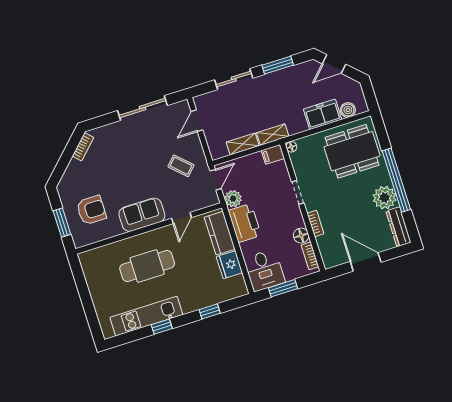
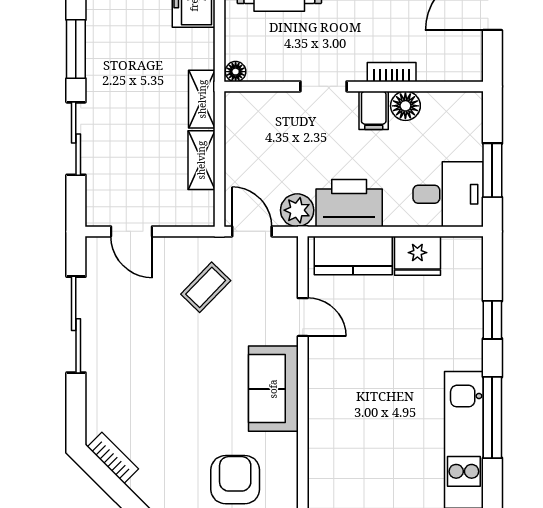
filing cabinet: (273, 154) -> (374, 110), moved
bookcase: (310, 256) -> (448, 101), removed
cafe table: (147, 266) -> (372, 409), removed
window: (162, 327) -> (492, 418), width x2.17

